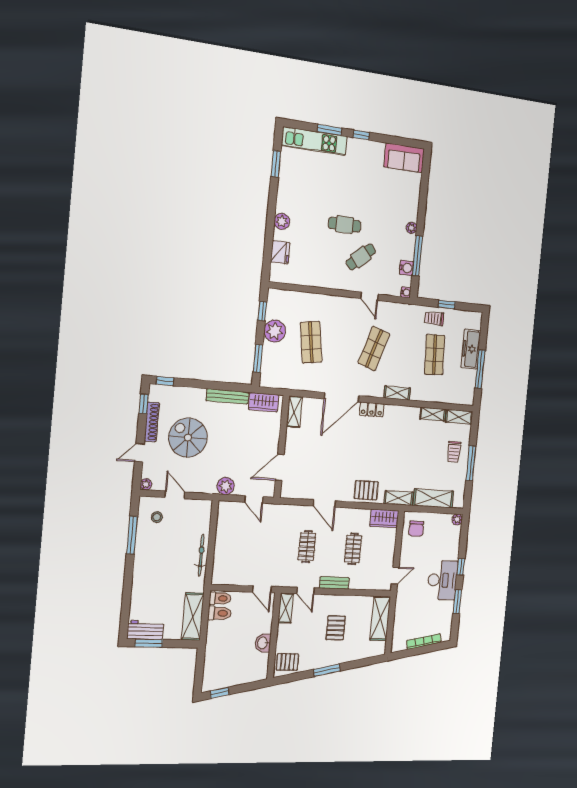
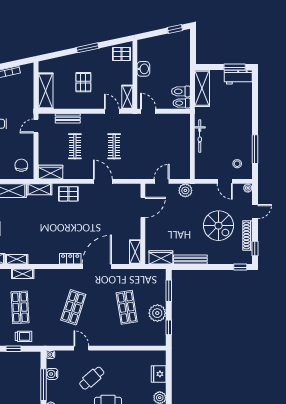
shelving: (397, 393) -> (23, 274), moved
door: (254, 499) -> (162, 181), hinge flipped
bench: (334, 583) -> (68, 118), moved

